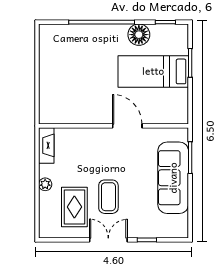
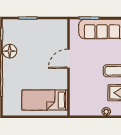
bed: (153, 71) -> (45, 100), moved, turned 90
fireplace: (46, 145) -> (81, 111), removed

